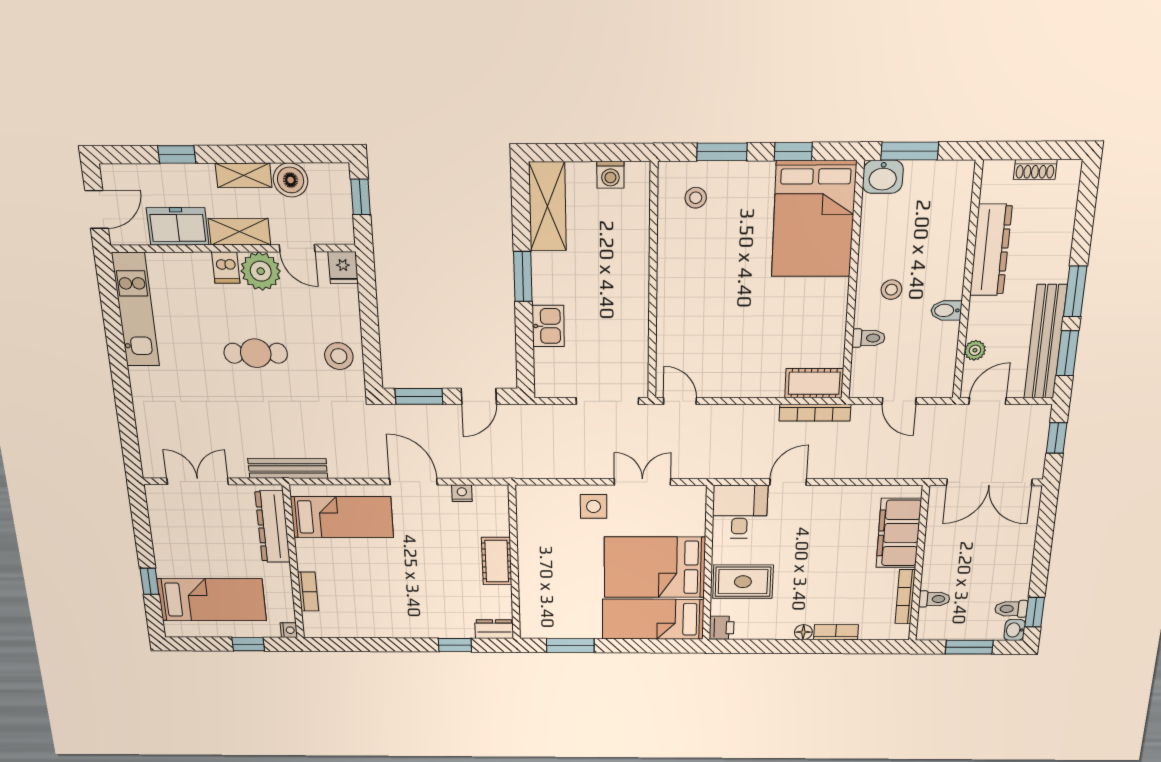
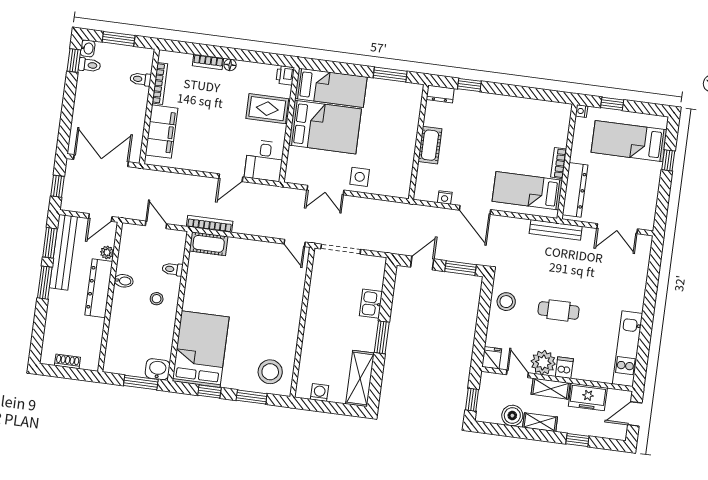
stool: (696, 198) -> (270, 372), width x1.89, depth x1.89
dresser: (991, 250) -> (99, 288), moved
bookcase: (308, 592) -> (559, 163), moved

